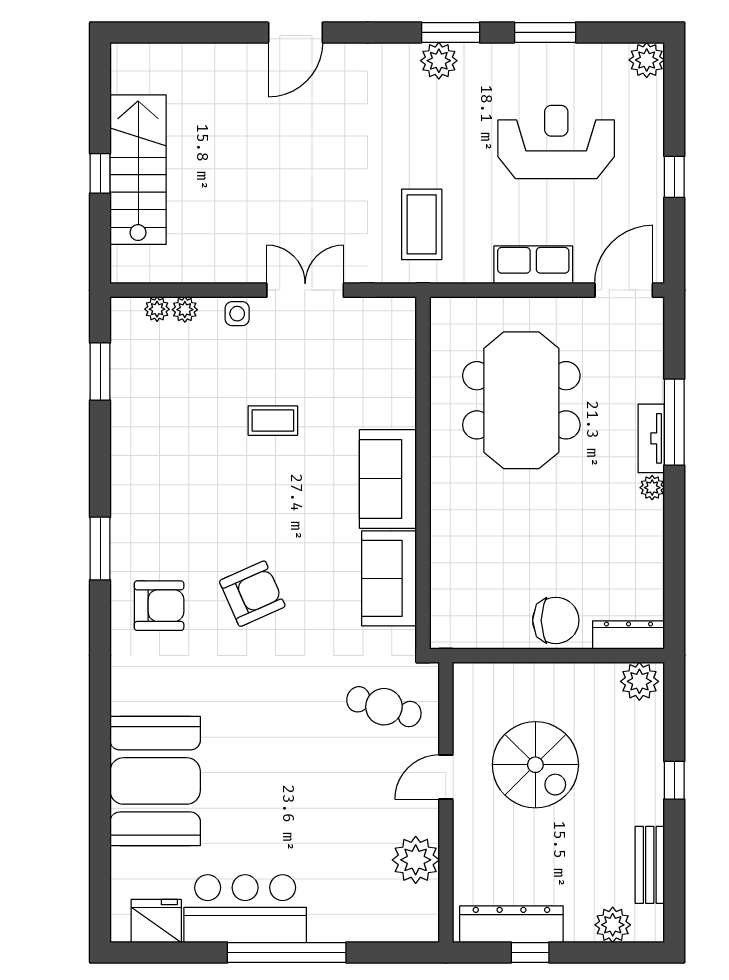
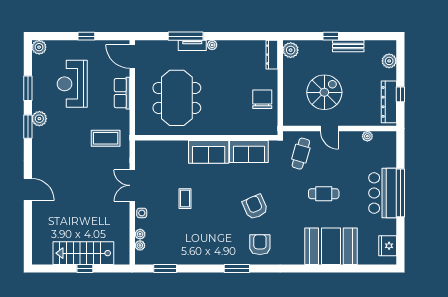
plant: (439, 61) -> (39, 119), moved
meeting table: (521, 400) -> (177, 98), turned 90
chair: (556, 620) -> (262, 99), moved
cafe table: (285, 763) -> (324, 194), added
plant: (416, 860) -> (367, 136), width x0.53, depth x0.53
bench: (650, 865) -> (348, 46), moved
bar counter: (245, 909) -> (383, 193), moved

